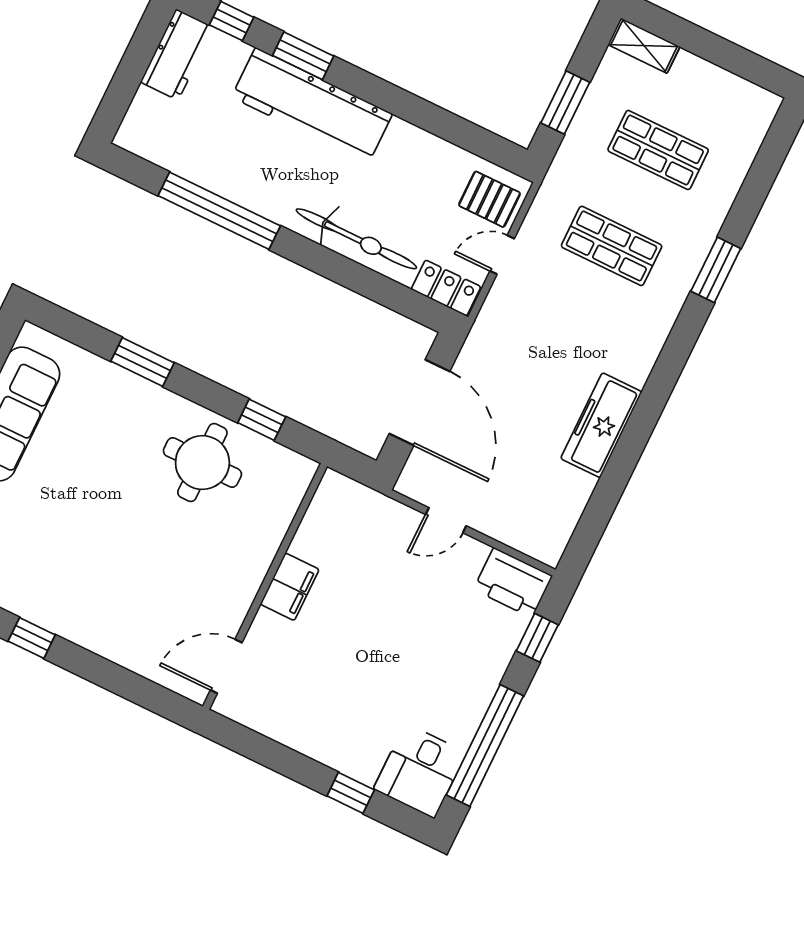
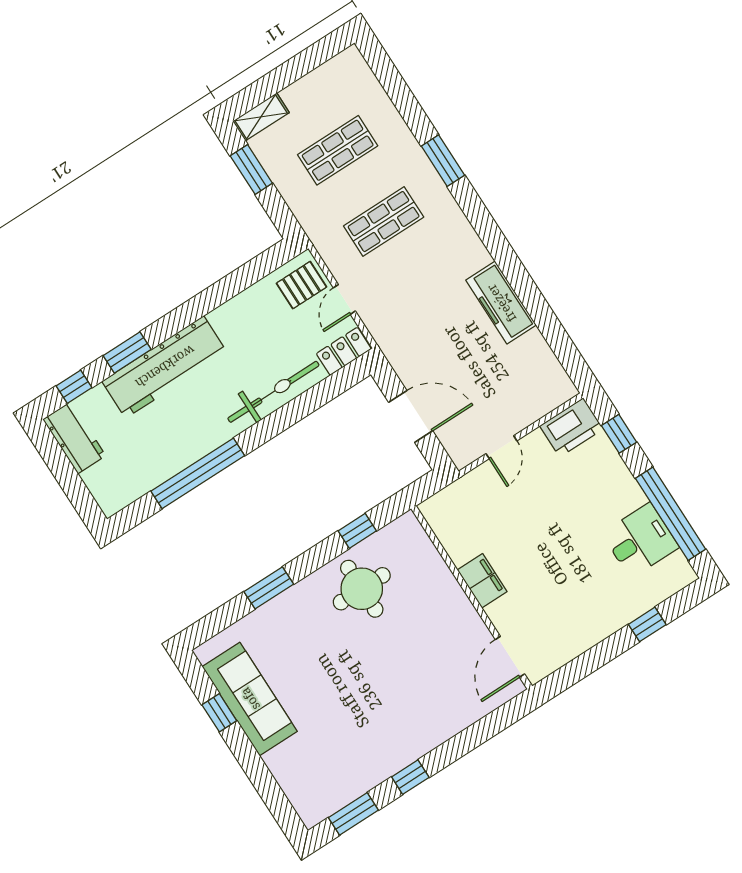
window: (565, 103) -> (251, 169), moved
door: (420, 403) -> (411, 417), width x0.73
desk: (420, 771) -> (640, 540), moved, turned -90

